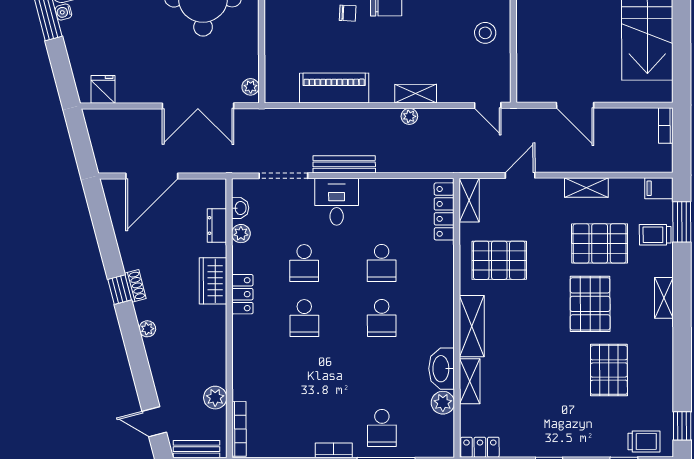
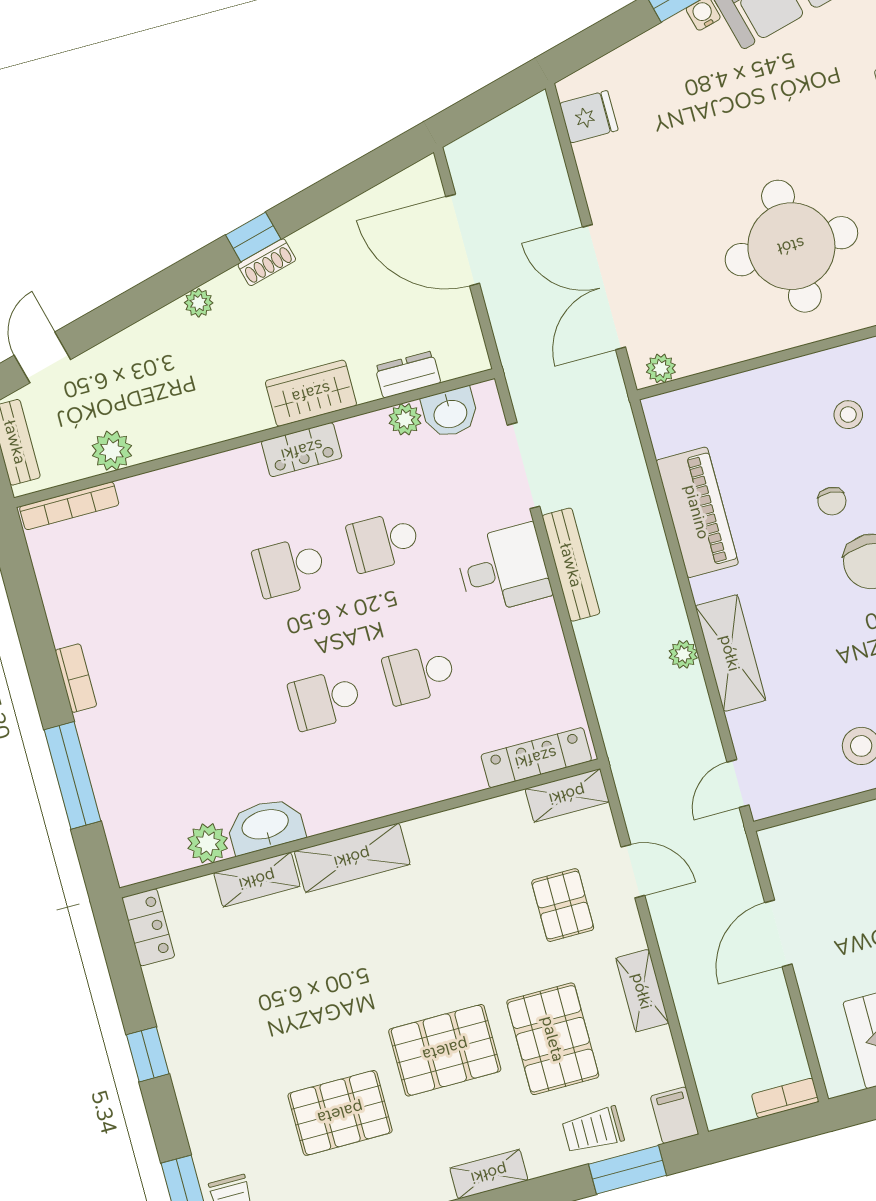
shelving: (416, 94) -> (730, 653), width x1.50, depth x1.33
washbasin: (240, 208) -> (450, 413), width x1.38, depth x1.45
trolley: (655, 235) -> (593, 1130), turned -90
pallet: (499, 260) -> (563, 905), moved, width x0.67, depth x0.71
school desk: (382, 428) -> (136, 750), removed

